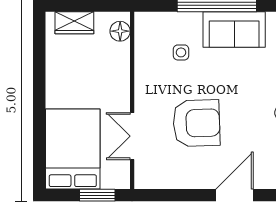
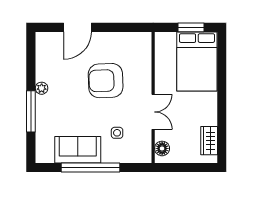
wardrobe: (74, 23) -> (209, 141), moved, turned -90
double door: (132, 136) -> (153, 112), moved
window: (97, 195) -> (191, 27), moved

